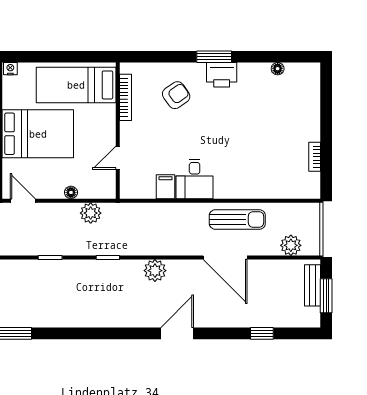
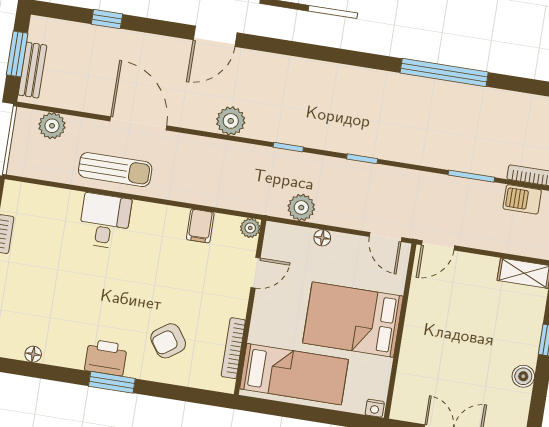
desk: (195, 179) -> (105, 221), moved
plant: (127, 191) -> (250, 228), added
sun lounger: (237, 219) -> (115, 170), turned 180

